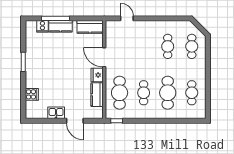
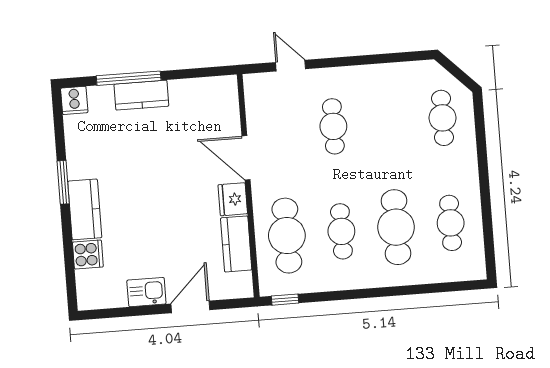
cooker: (42, 26) -> (74, 100), moved
kitchen counter: (90, 27) -> (85, 209), moved, turned -90
cafe table: (168, 46) -> (333, 126), moved
door: (75, 121) -> (190, 307), swing flipped

